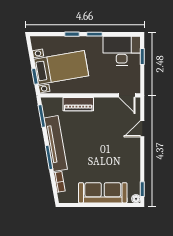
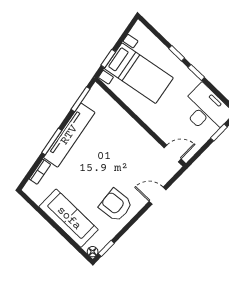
door: (127, 95) -> (173, 153), swing flipped
piano: (78, 104) -> (123, 120), removed
armchair: (123, 158) -> (116, 205), added

